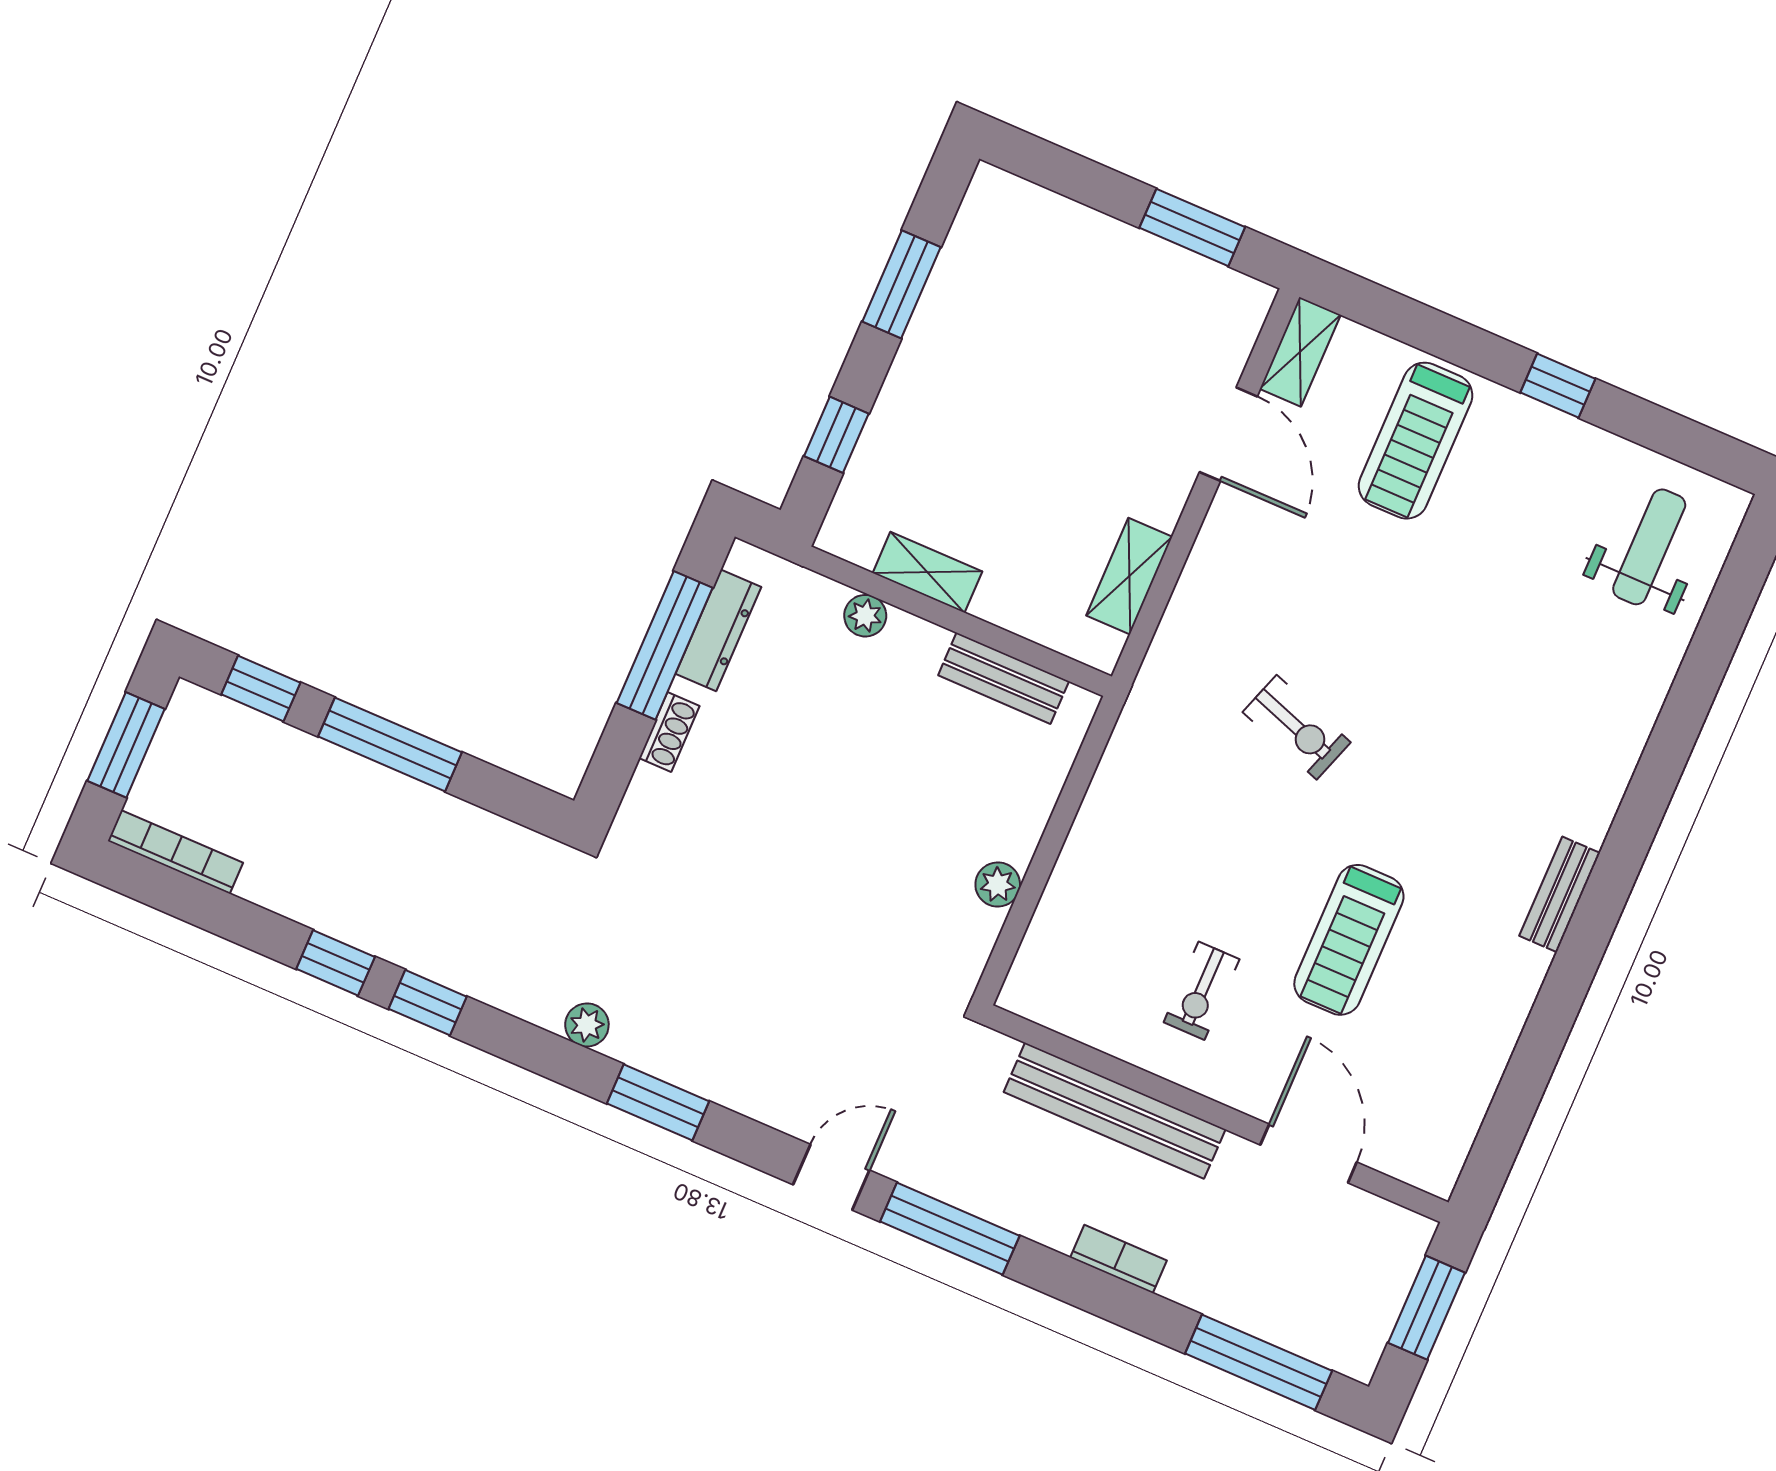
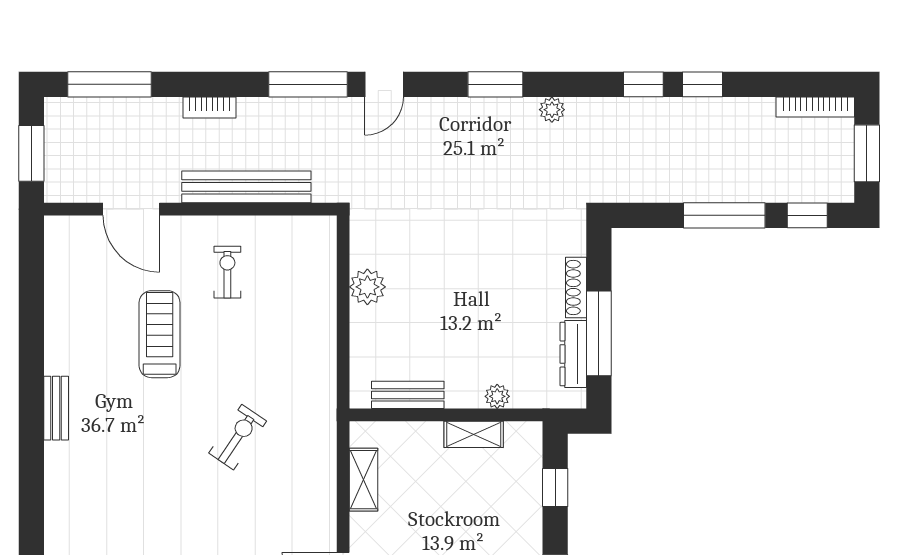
exercise bike: (1297, 727) -> (238, 437), turned 105
shoe rack: (669, 732) -> (576, 288), width x1.43
plant: (998, 884) -> (367, 287), width x1.38, depth x1.38

